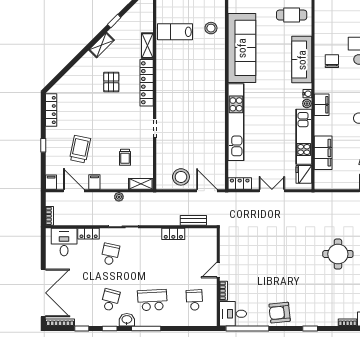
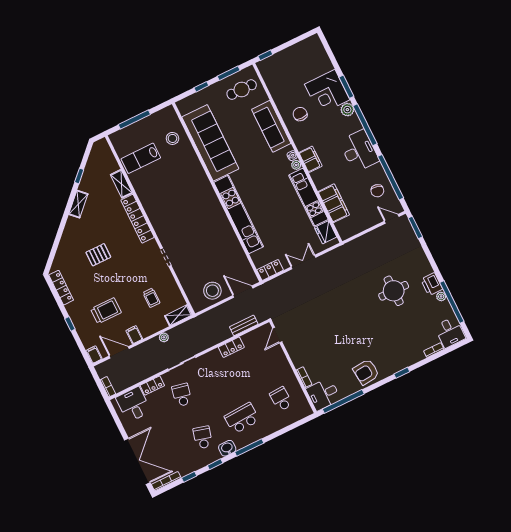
pallet: (111, 82) -> (98, 255), moved, turned 90
trolley: (80, 149) -> (106, 311), turned 78
door: (218, 270) -> (277, 335), moved

